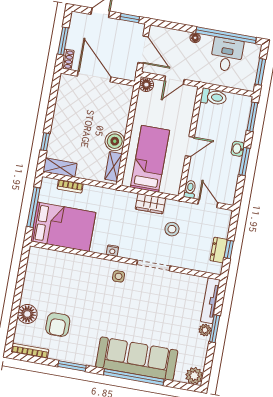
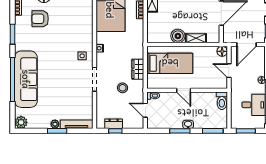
shelving: (113, 166) -> (196, 38), moved
door: (208, 203) -> (145, 110), swing flipped

